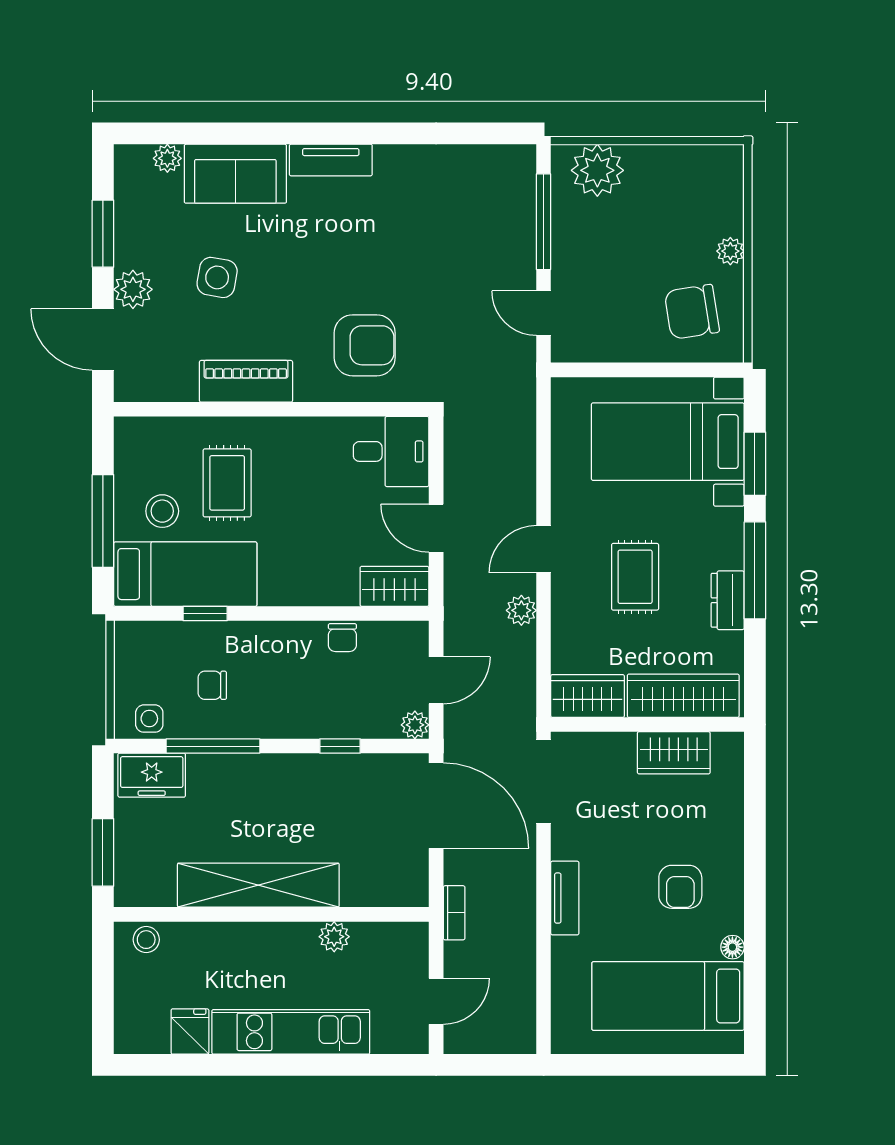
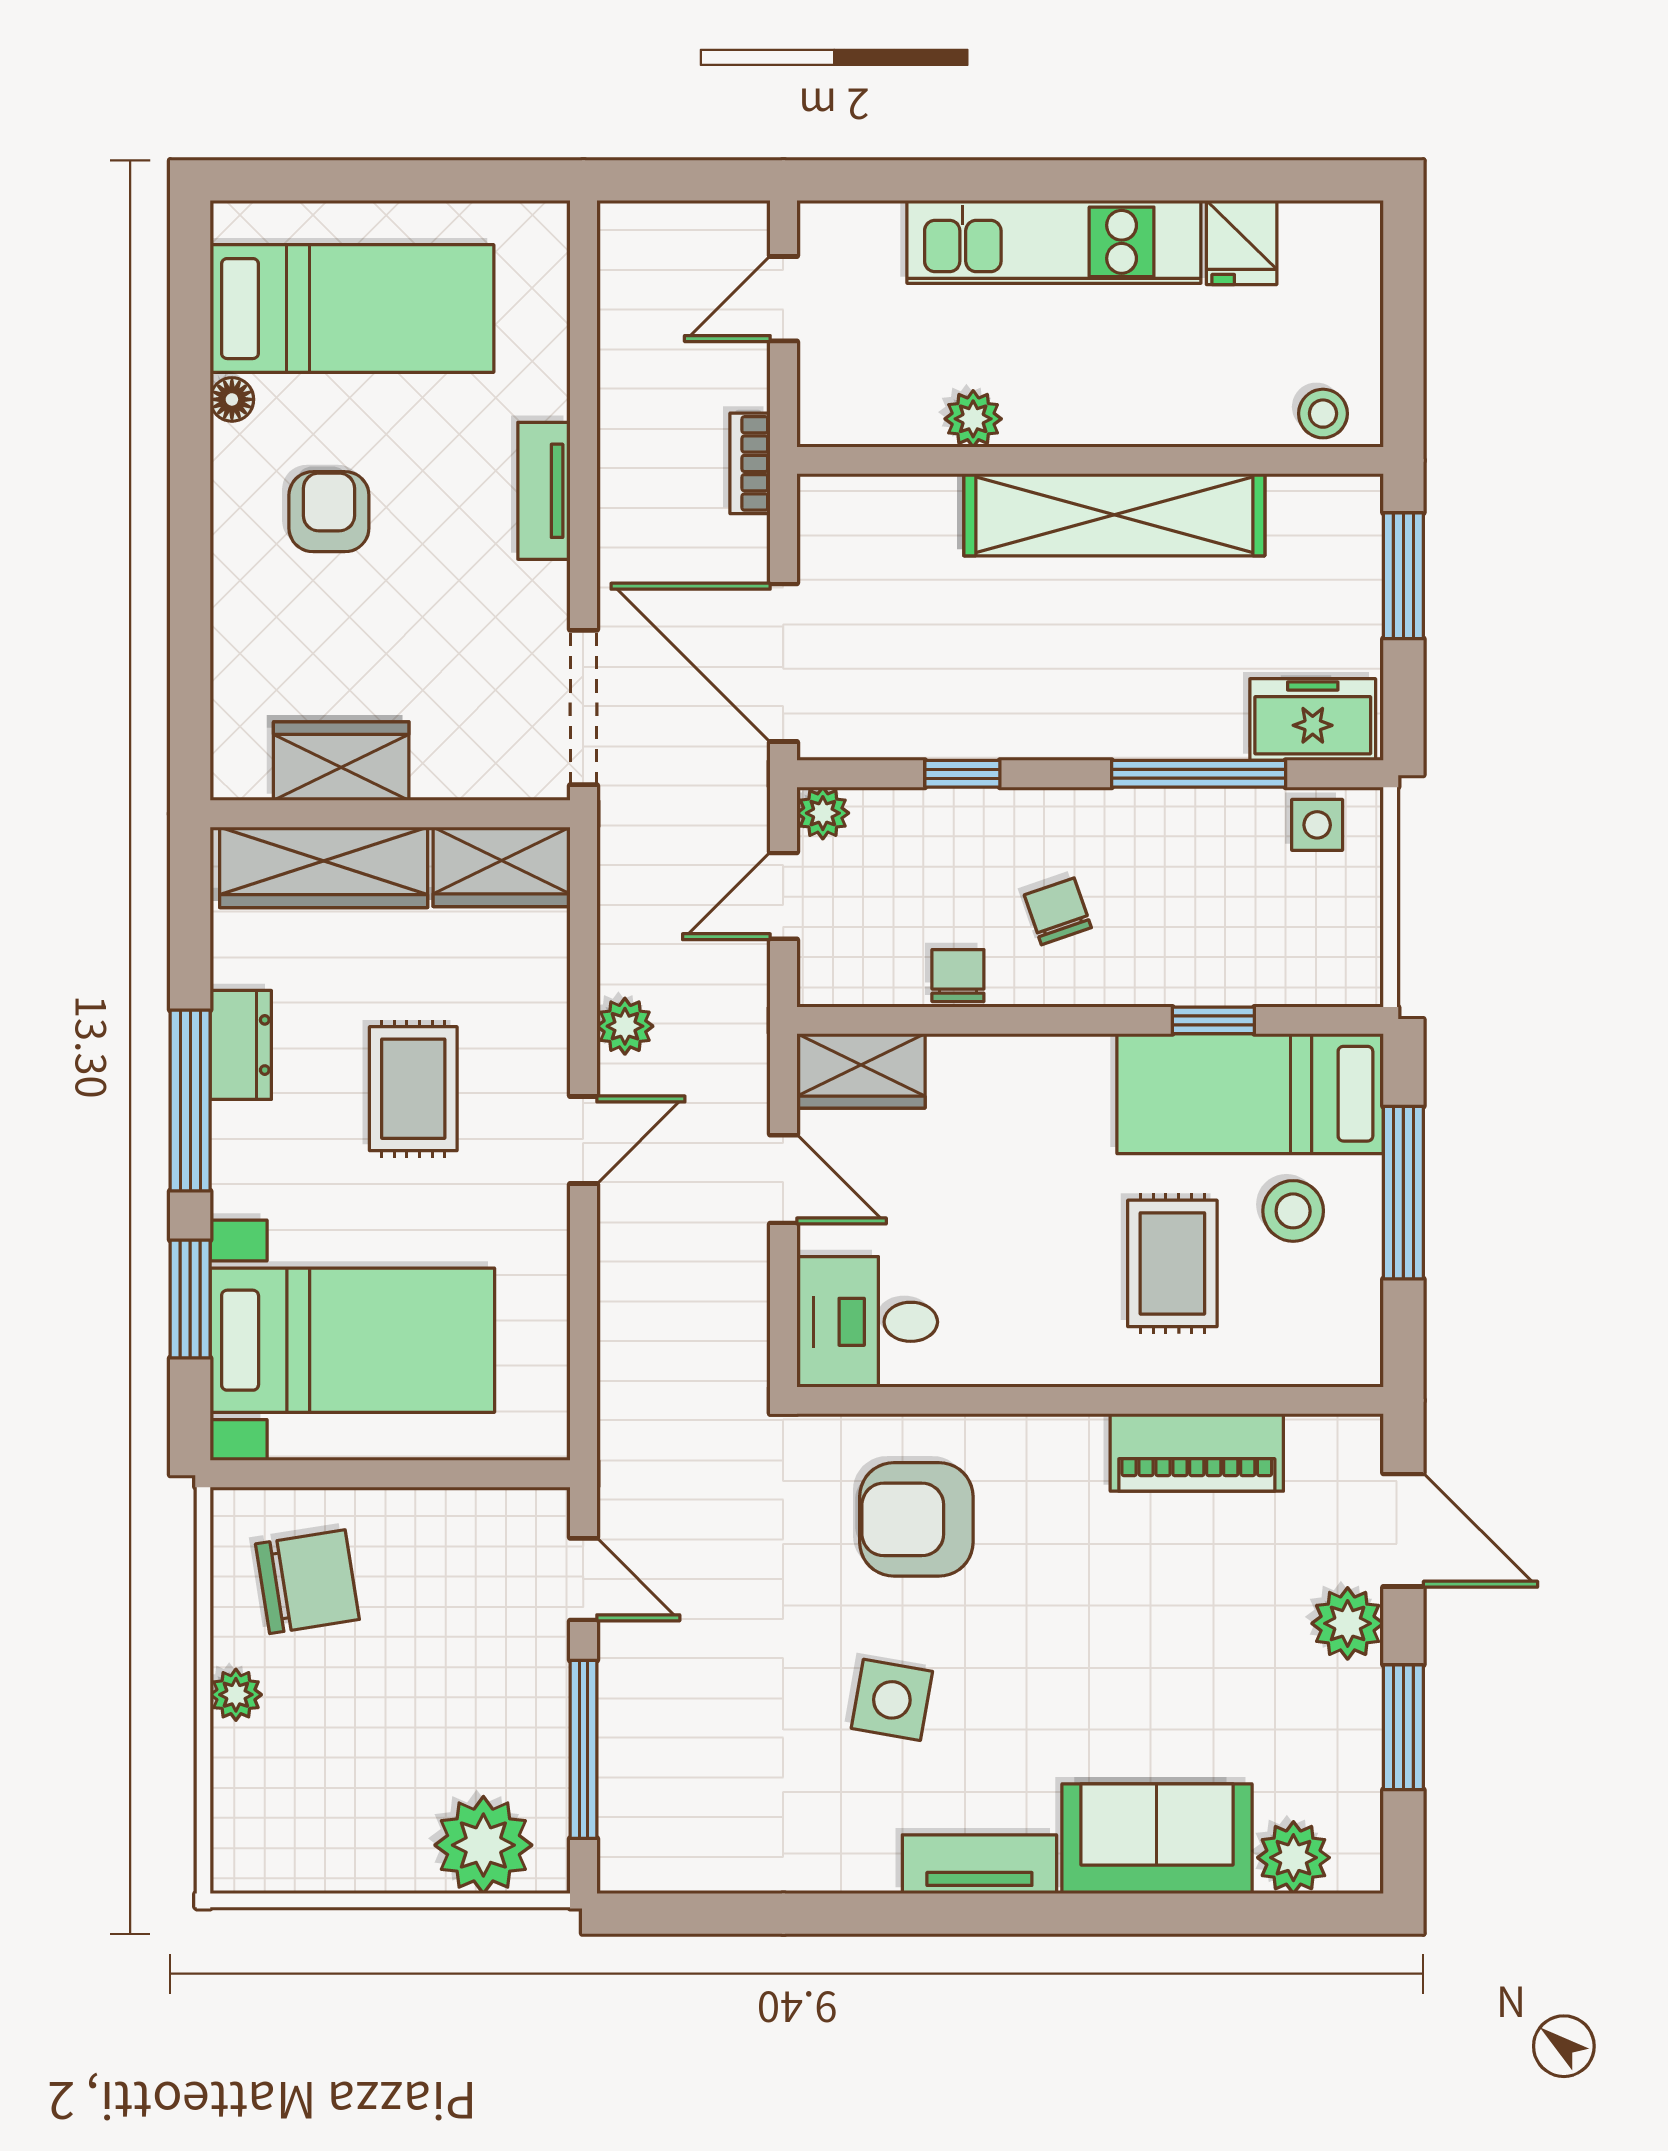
plant: (167, 158) -> (1293, 1858), width x1.38, depth x1.38
side table: (217, 277) -> (892, 1700), moved
piano: (246, 381) -> (1197, 1452), moved
chair: (212, 685) -> (1058, 911), moved, turned -109

